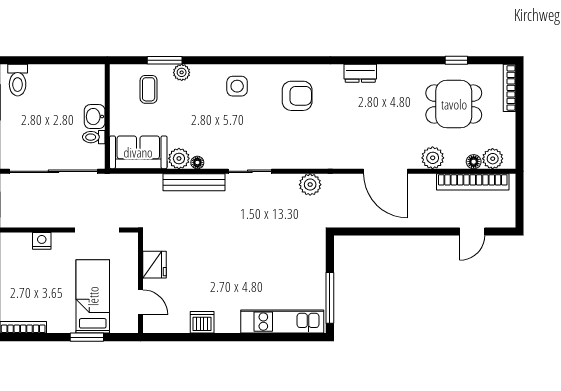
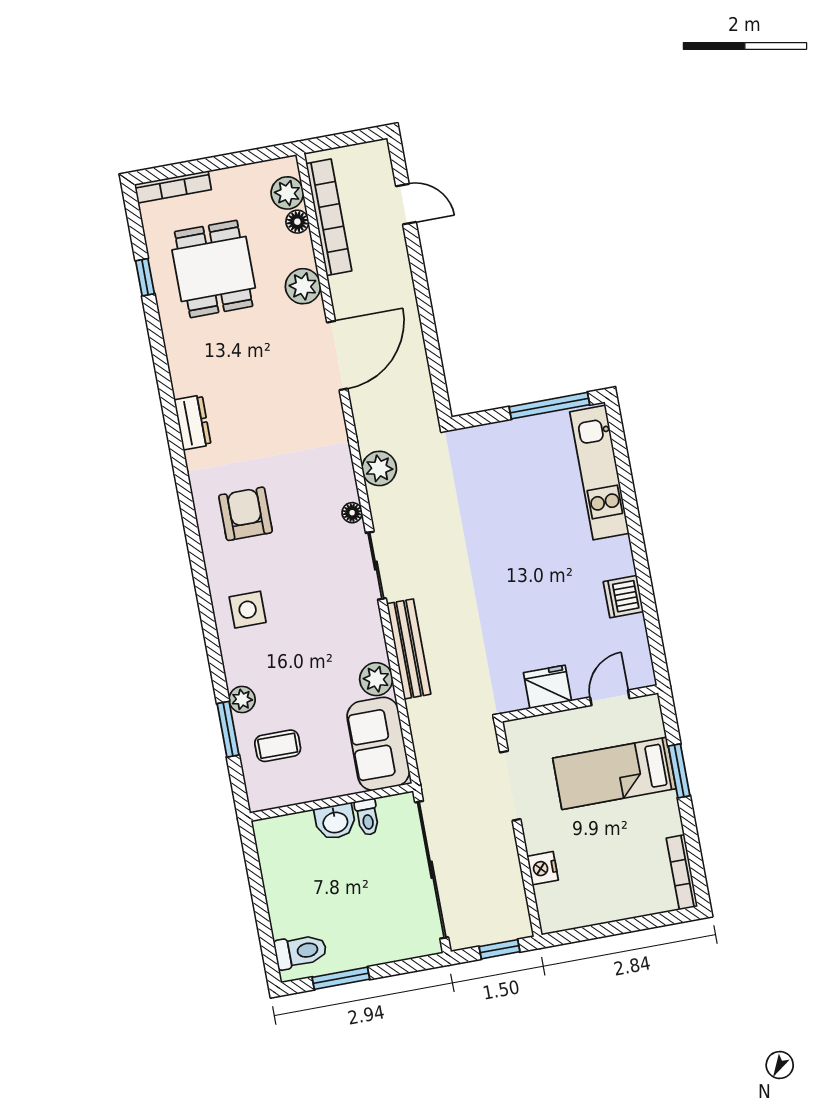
floor lamp: (197, 163) -> (352, 513), moved

